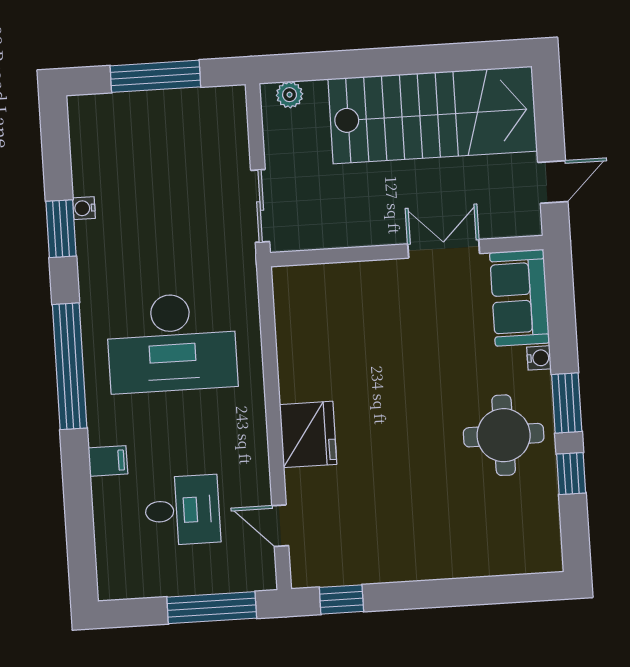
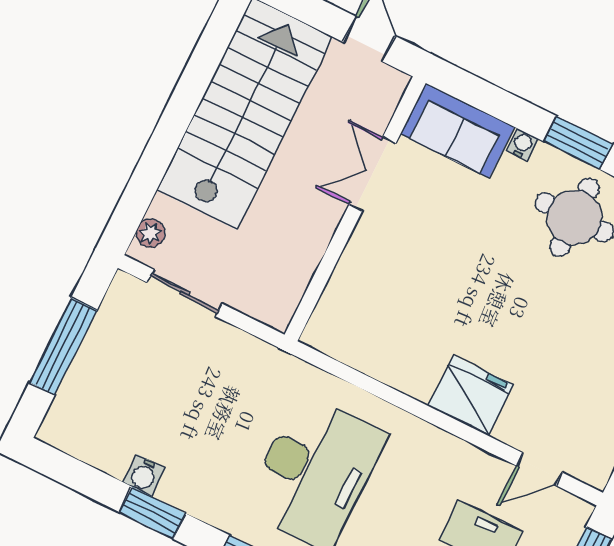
sliding door: (260, 206) -> (185, 293), moved
water cooler: (84, 208) -> (144, 475), width x1.38, depth x1.38

